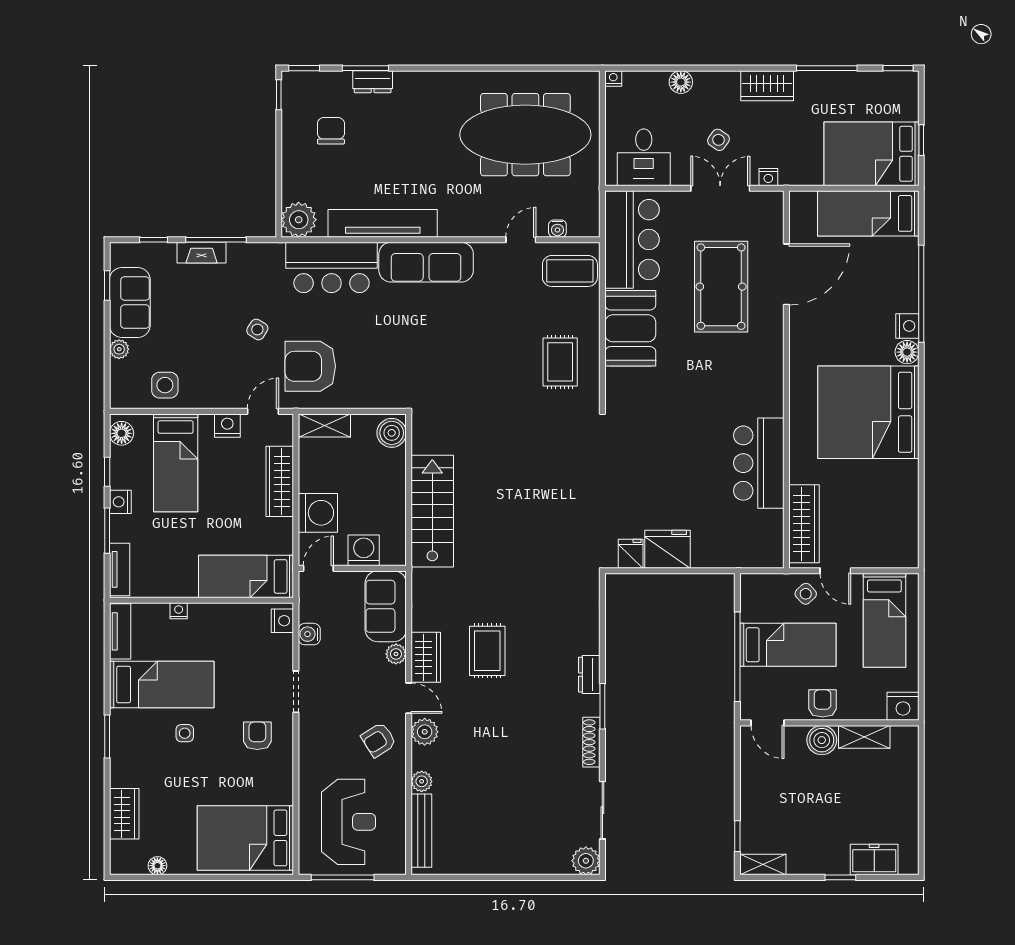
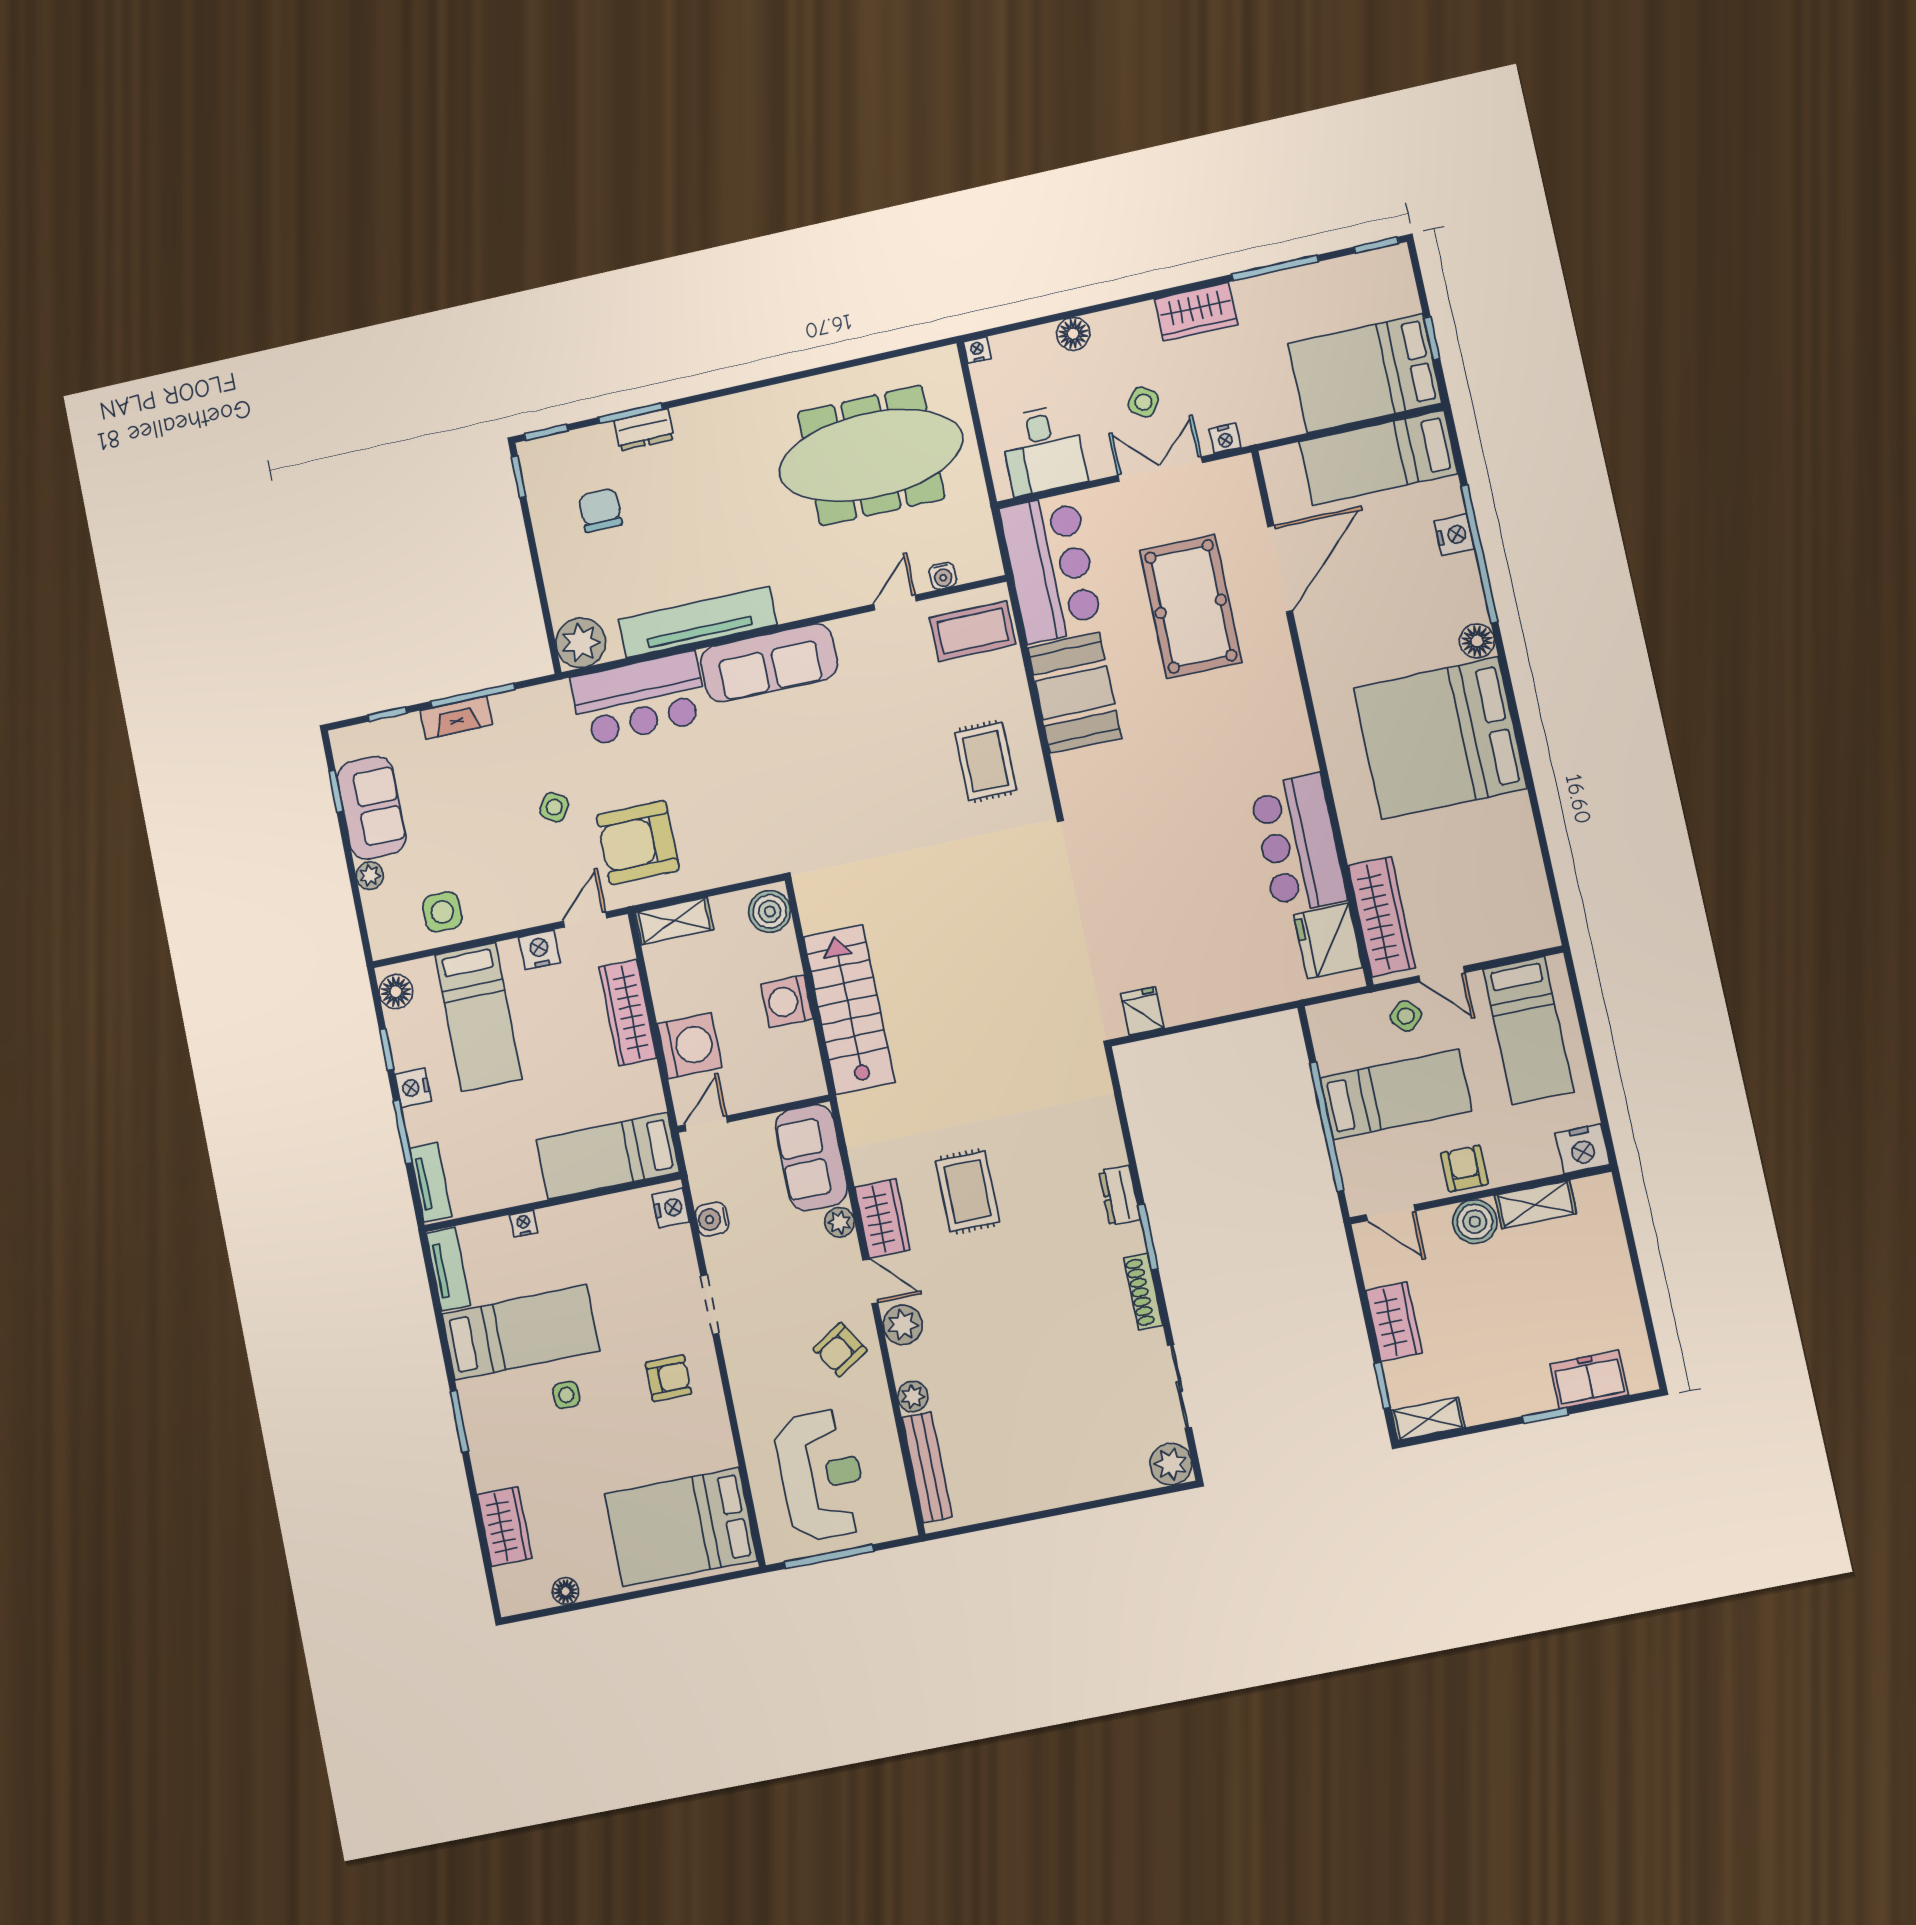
nightstand: (907, 326) -> (1454, 535), moved
fridge: (667, 549) -> (1328, 941), moved, turned -90
washing machine: (364, 550) -> (787, 1001), moved, turned -90
armchair: (257, 736) -> (668, 1378), turned 90
wardrobe: (754, 796) -> (1394, 1322), added

